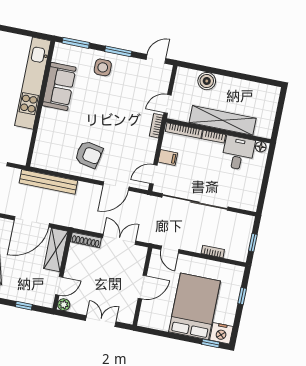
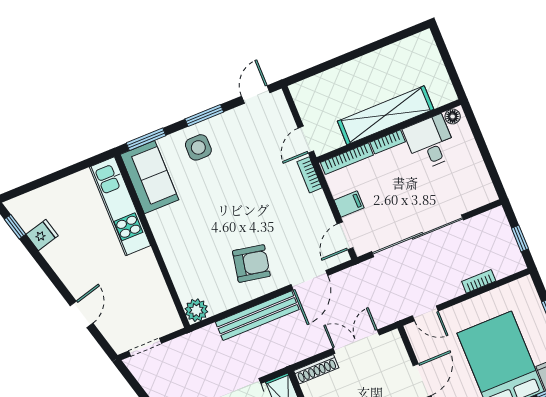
boiler: (207, 81) -> (335, 80), removed
kitchen unit: (33, 83) -> (120, 206), width x0.73
sofa: (59, 86) -> (150, 177), moved
plant: (39, 160) -> (196, 310), added
bench: (48, 182) -> (257, 316), moved

